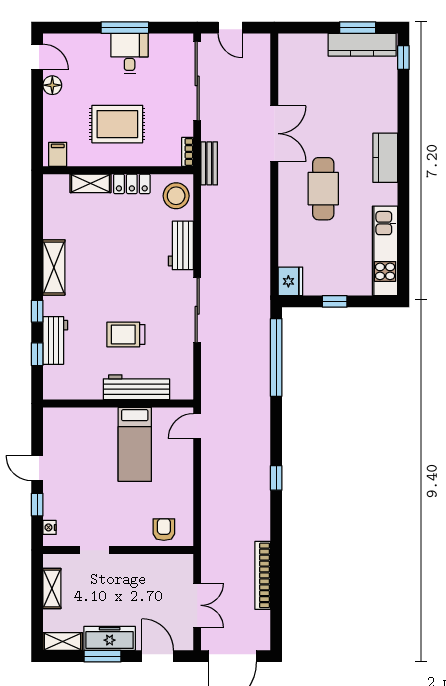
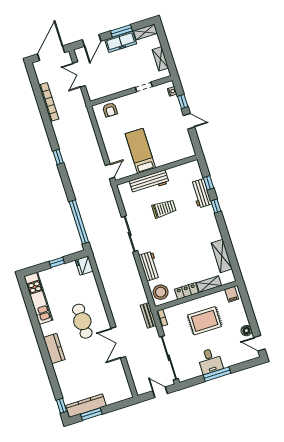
shelving: (54, 267) -> (222, 256), moved
door: (158, 656) -> (92, 40), hinge flipped

